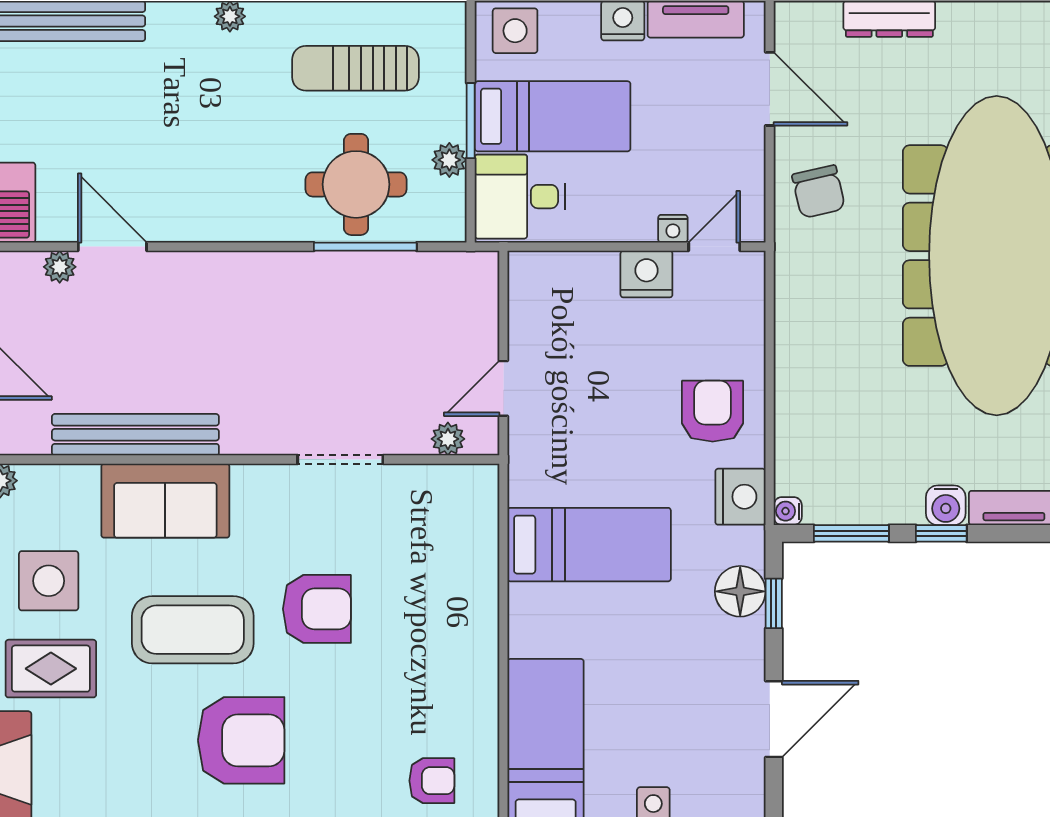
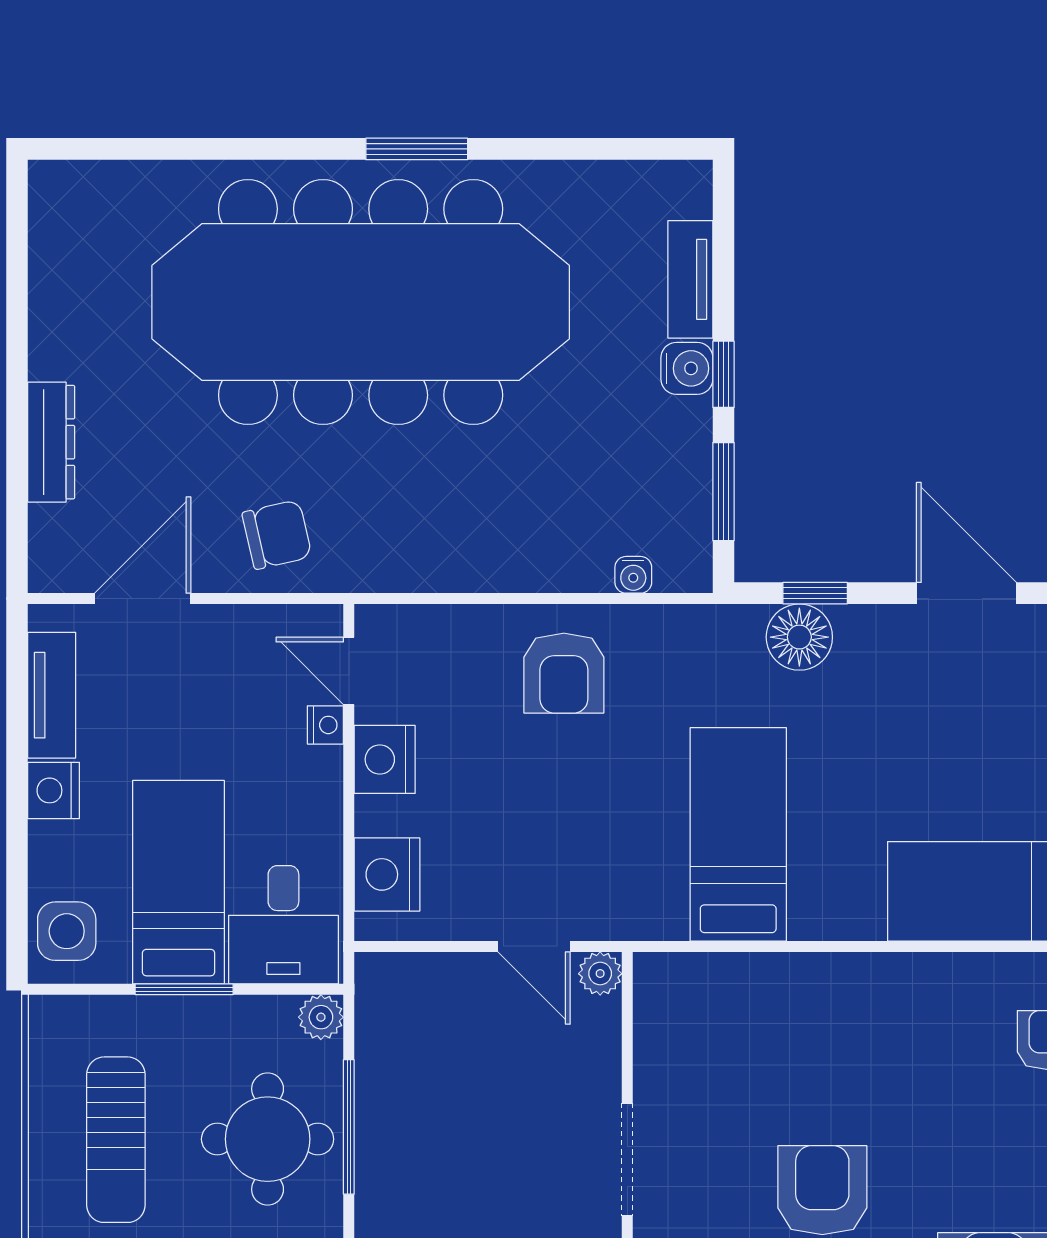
plant: (449, 160) -> (321, 1017), moved
armchair: (713, 411) -> (564, 673), turned -90
plant: (448, 439) -> (600, 974), moved
nightstand: (740, 497) -> (387, 874), moved, turned -90
water cooler: (788, 511) -> (633, 575), moved

